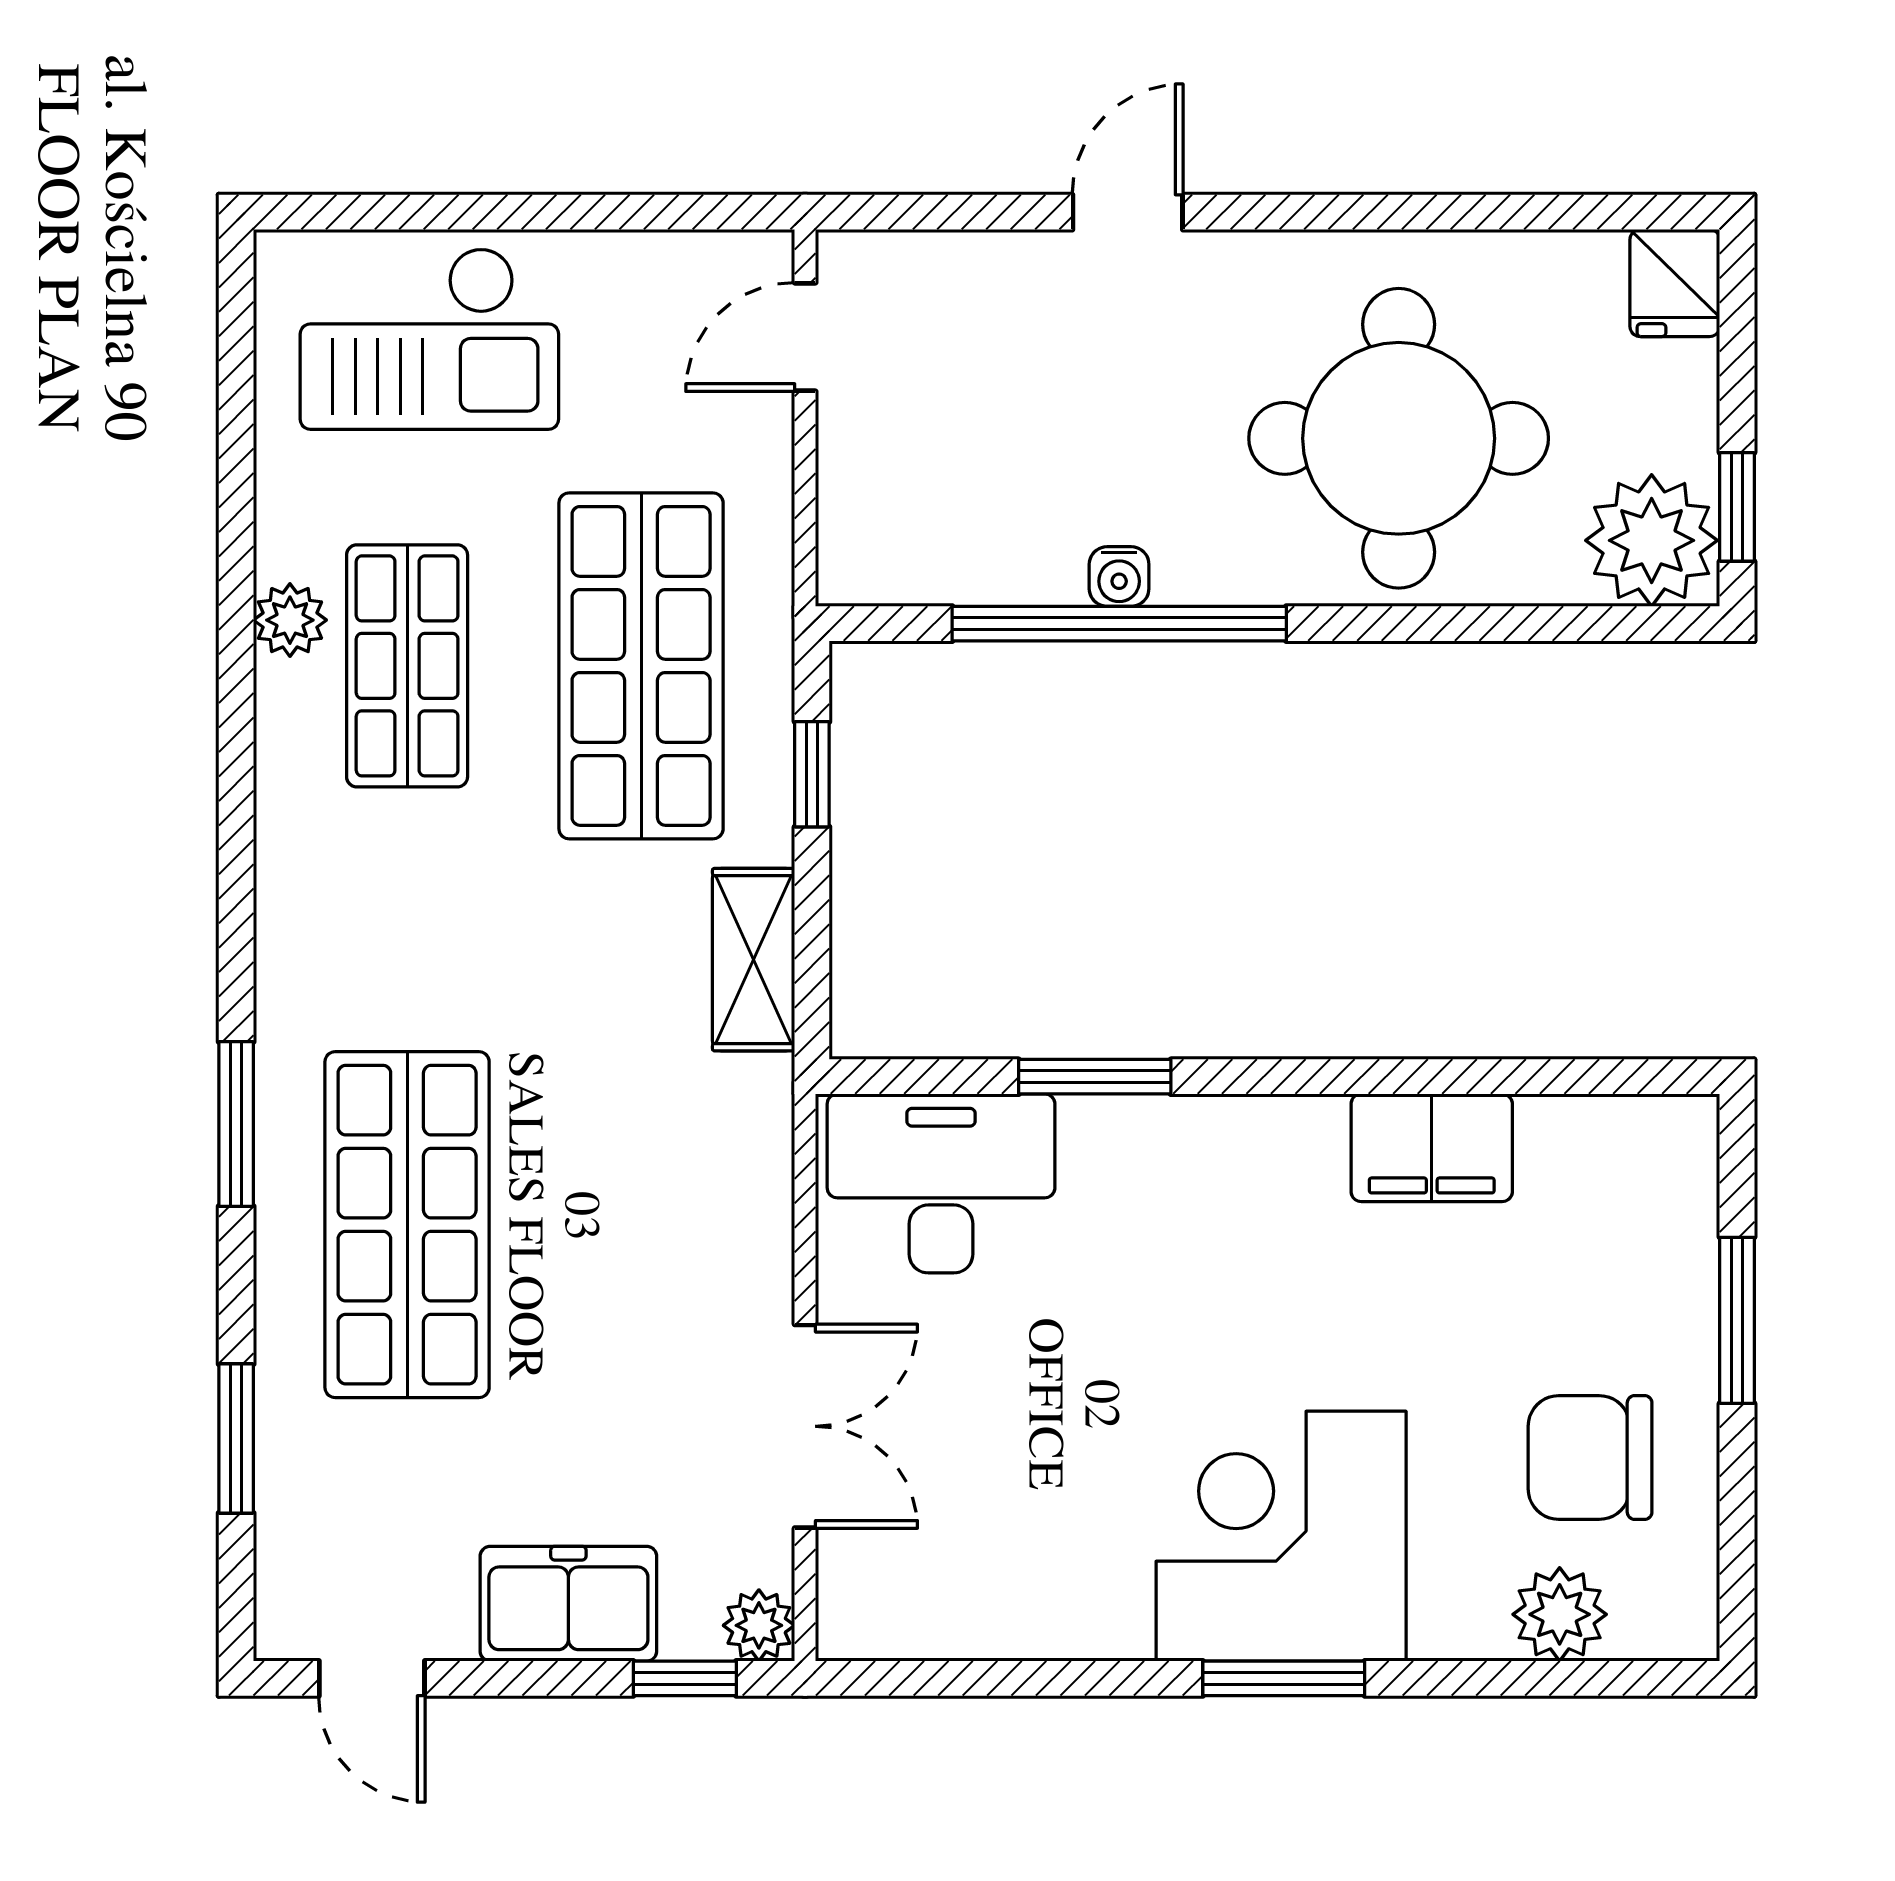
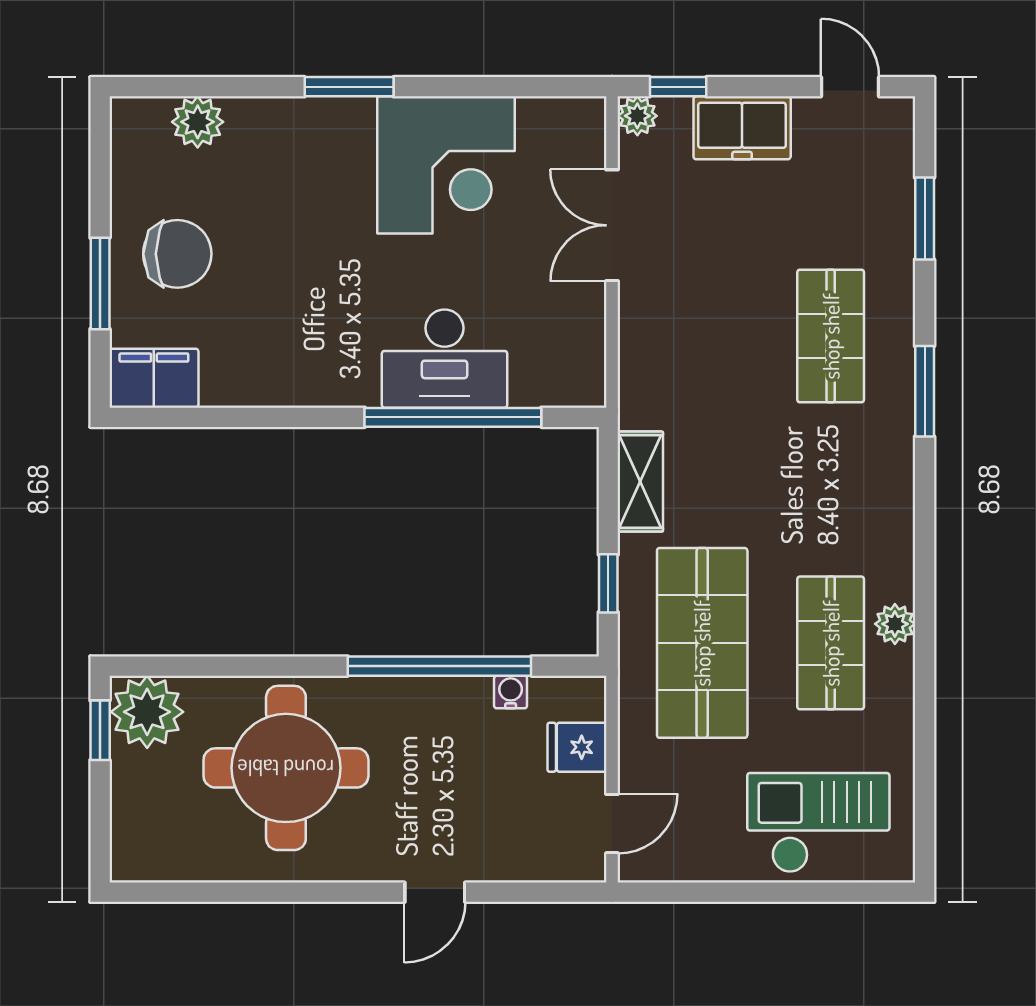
fridge: (1675, 283) -> (577, 747), moved, turned -90
water cooler: (1119, 576) -> (511, 692), moved
plant: (290, 620) -> (895, 624), moved
window: (1095, 1077) -> (453, 417), width x2.11
filing cabinet: (1432, 1148) -> (154, 378), moved
desk: (941, 1183) -> (445, 359), moved
shop shelf: (407, 1225) -> (831, 336), width x0.70, depth x0.74
chair: (1590, 1458) -> (177, 254), moved
corner desk: (1281, 1536) -> (446, 165), moved

